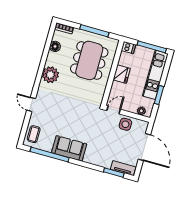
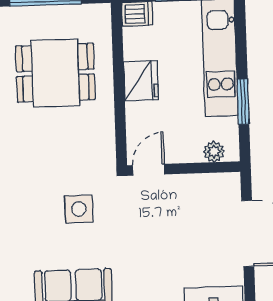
dining table: (89, 60) -> (55, 73), width x0.73
side table: (125, 124) -> (79, 209), moved

